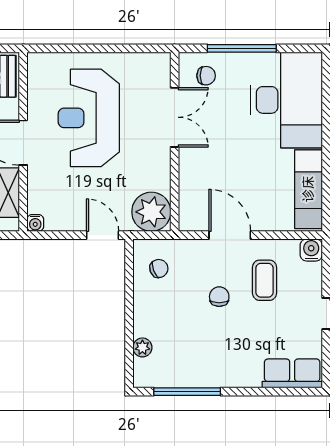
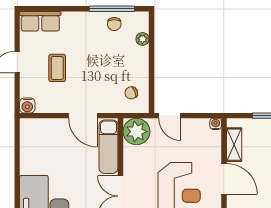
exam couch: (308, 189) -> (109, 147), moved, turned 180
coffee table: (265, 280) -> (57, 68), moved
chair: (219, 297) -> (114, 24), moved

